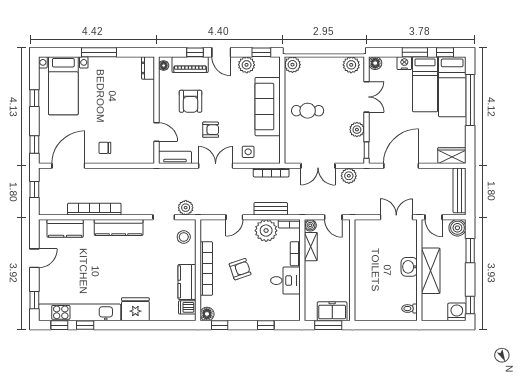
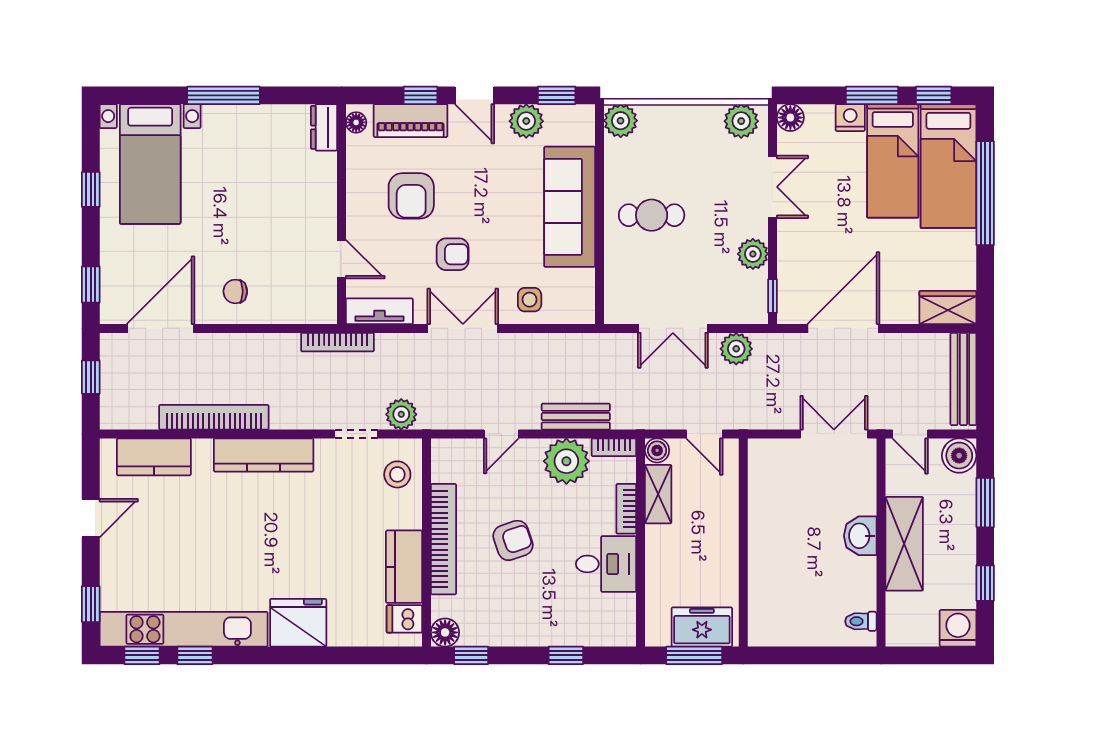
bookcase: (271, 173) -> (337, 342), moved
window: (470, 305) -> (985, 583), moved

